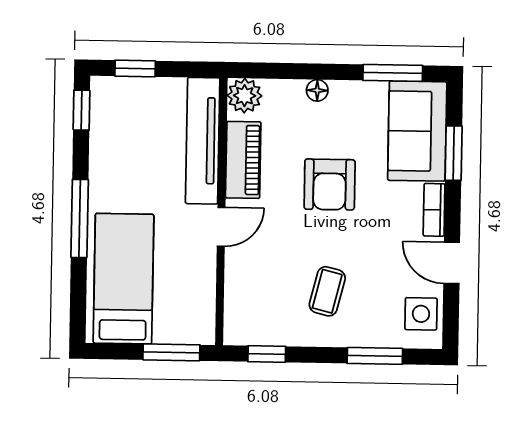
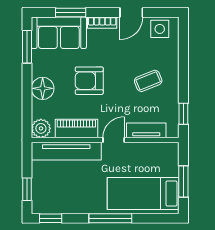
floor lamp: (317, 90) -> (43, 88), width x1.89, depth x1.89
armchair: (330, 184) -> (89, 81), turned 180
door: (221, 227) -> (114, 140), hinge flipped
tv unit: (237, 286) -> (146, 130), added
coffee table: (327, 291) -> (148, 81), turned -36
window: (171, 352) -> (183, 182), moved
window: (375, 356) -> (183, 54), removed

